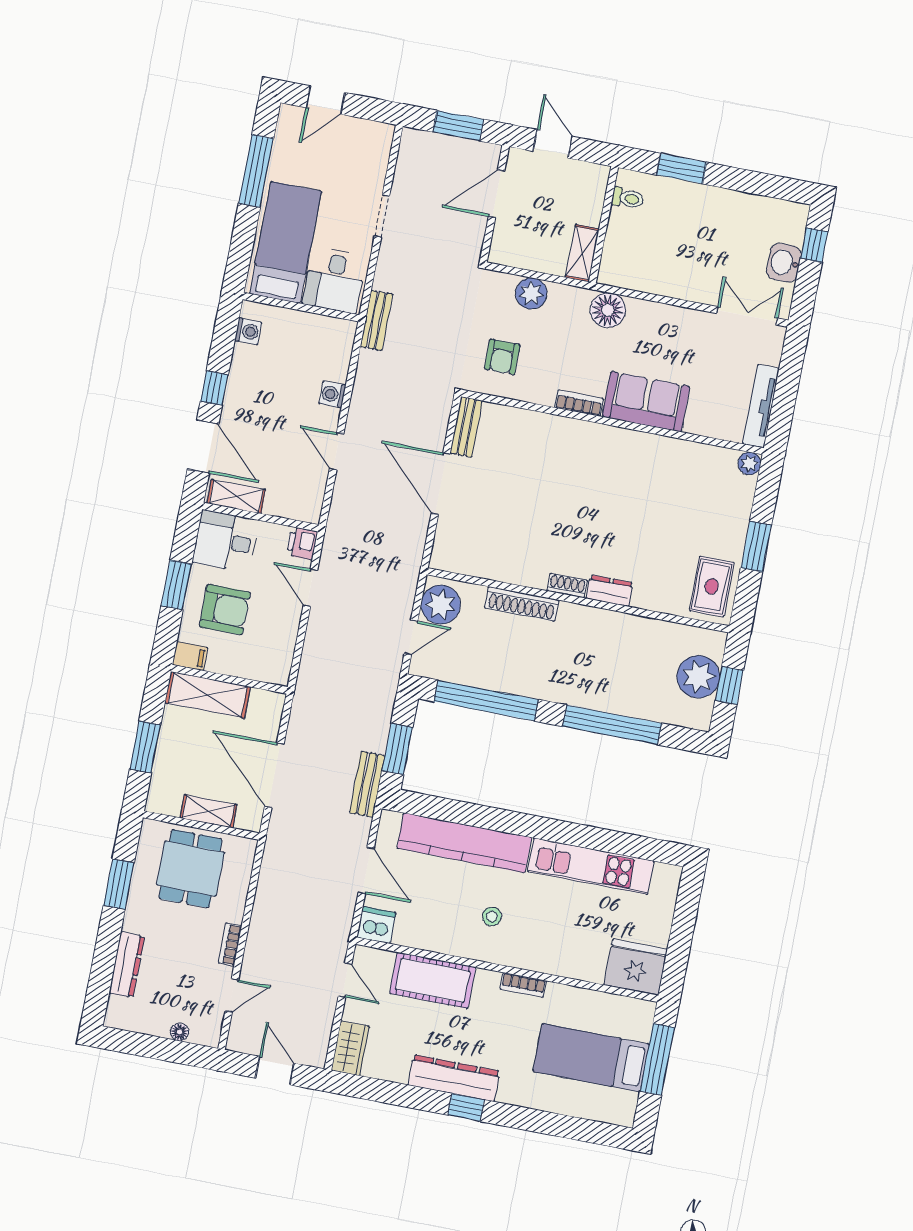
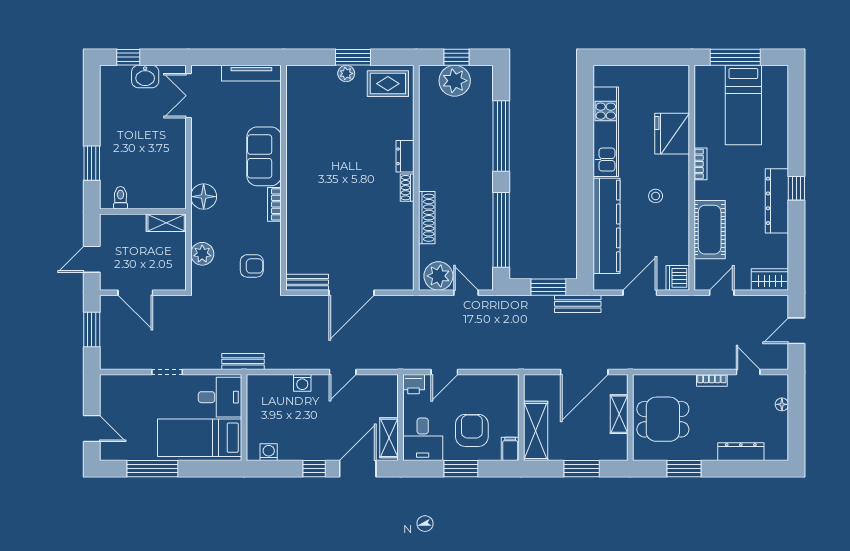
plant: (749, 463) -> (346, 73), moved
fridge: (636, 967) -> (672, 134), moved

